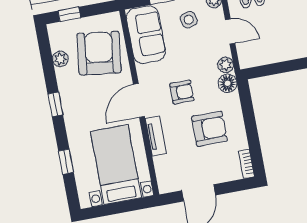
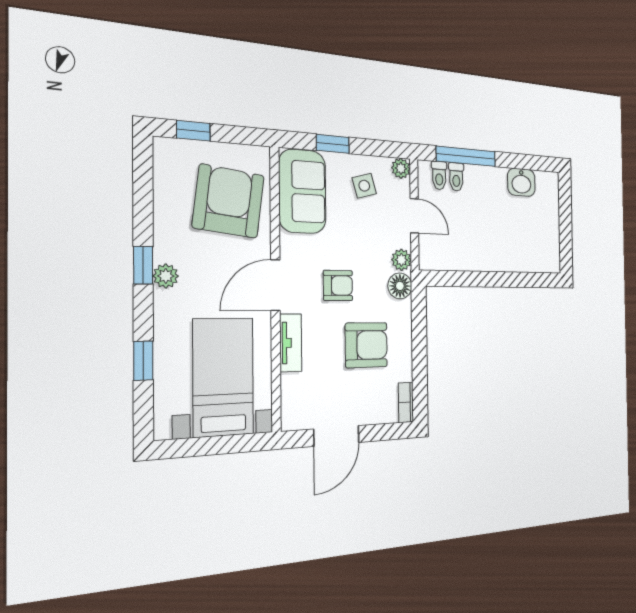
plant: (60, 59) -> (166, 276), moved

